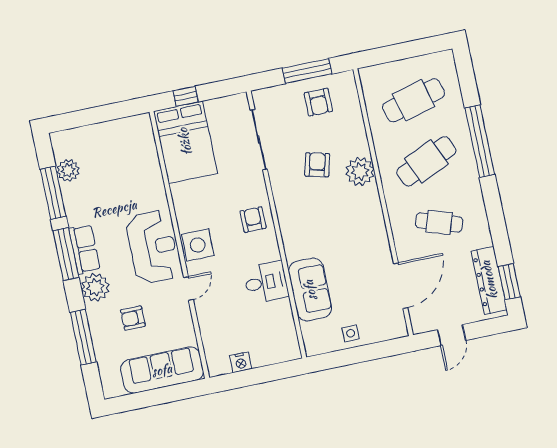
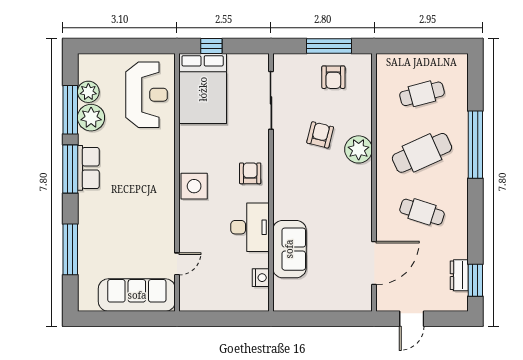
cafe table: (414, 100) -> (422, 94), width x0.73, depth x0.74
reception desk: (153, 247) -> (147, 95), moved
dresser: (489, 280) -> (459, 275), width x0.51, depth x0.80
desk: (266, 282) -> (250, 227), width x1.37
plant: (95, 287) -> (91, 118), moved
door: (188, 289) -> (177, 264), moved
armchair: (133, 318) -> (120, 241), removed
side table: (351, 333) -> (319, 298), removed
nightstand: (241, 362) -> (261, 278), moved, turned -90

